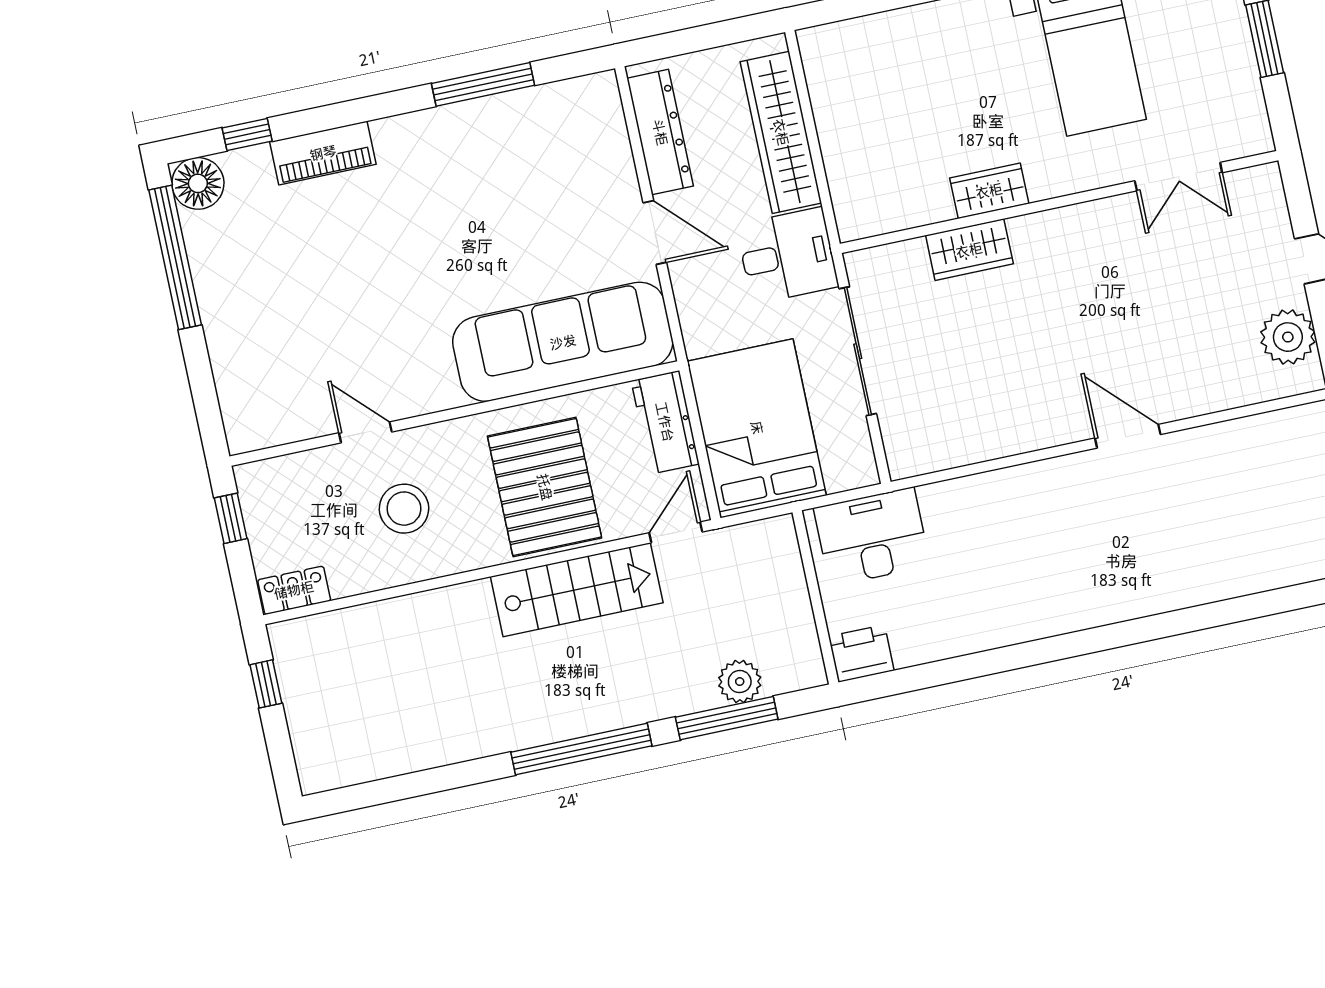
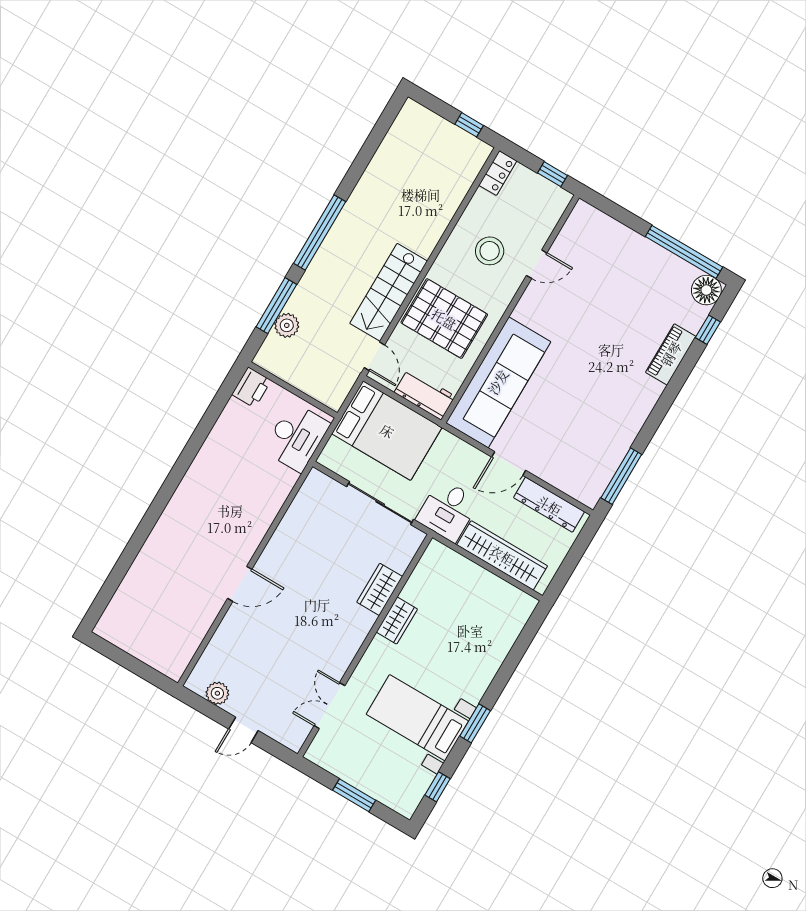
window: (483, 84) -> (621, 476), moved
plant: (1288, 337) -> (217, 693), width x0.73, depth x0.73

